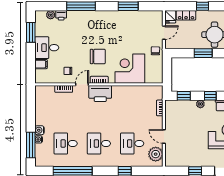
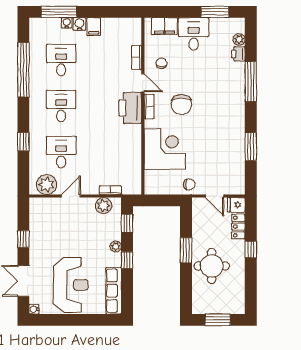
filing cabinet: (41, 64) -> (164, 26), width x2.00
plant: (171, 113) -> (104, 206), added
filing cabinet: (41, 120) -> (94, 27), added

